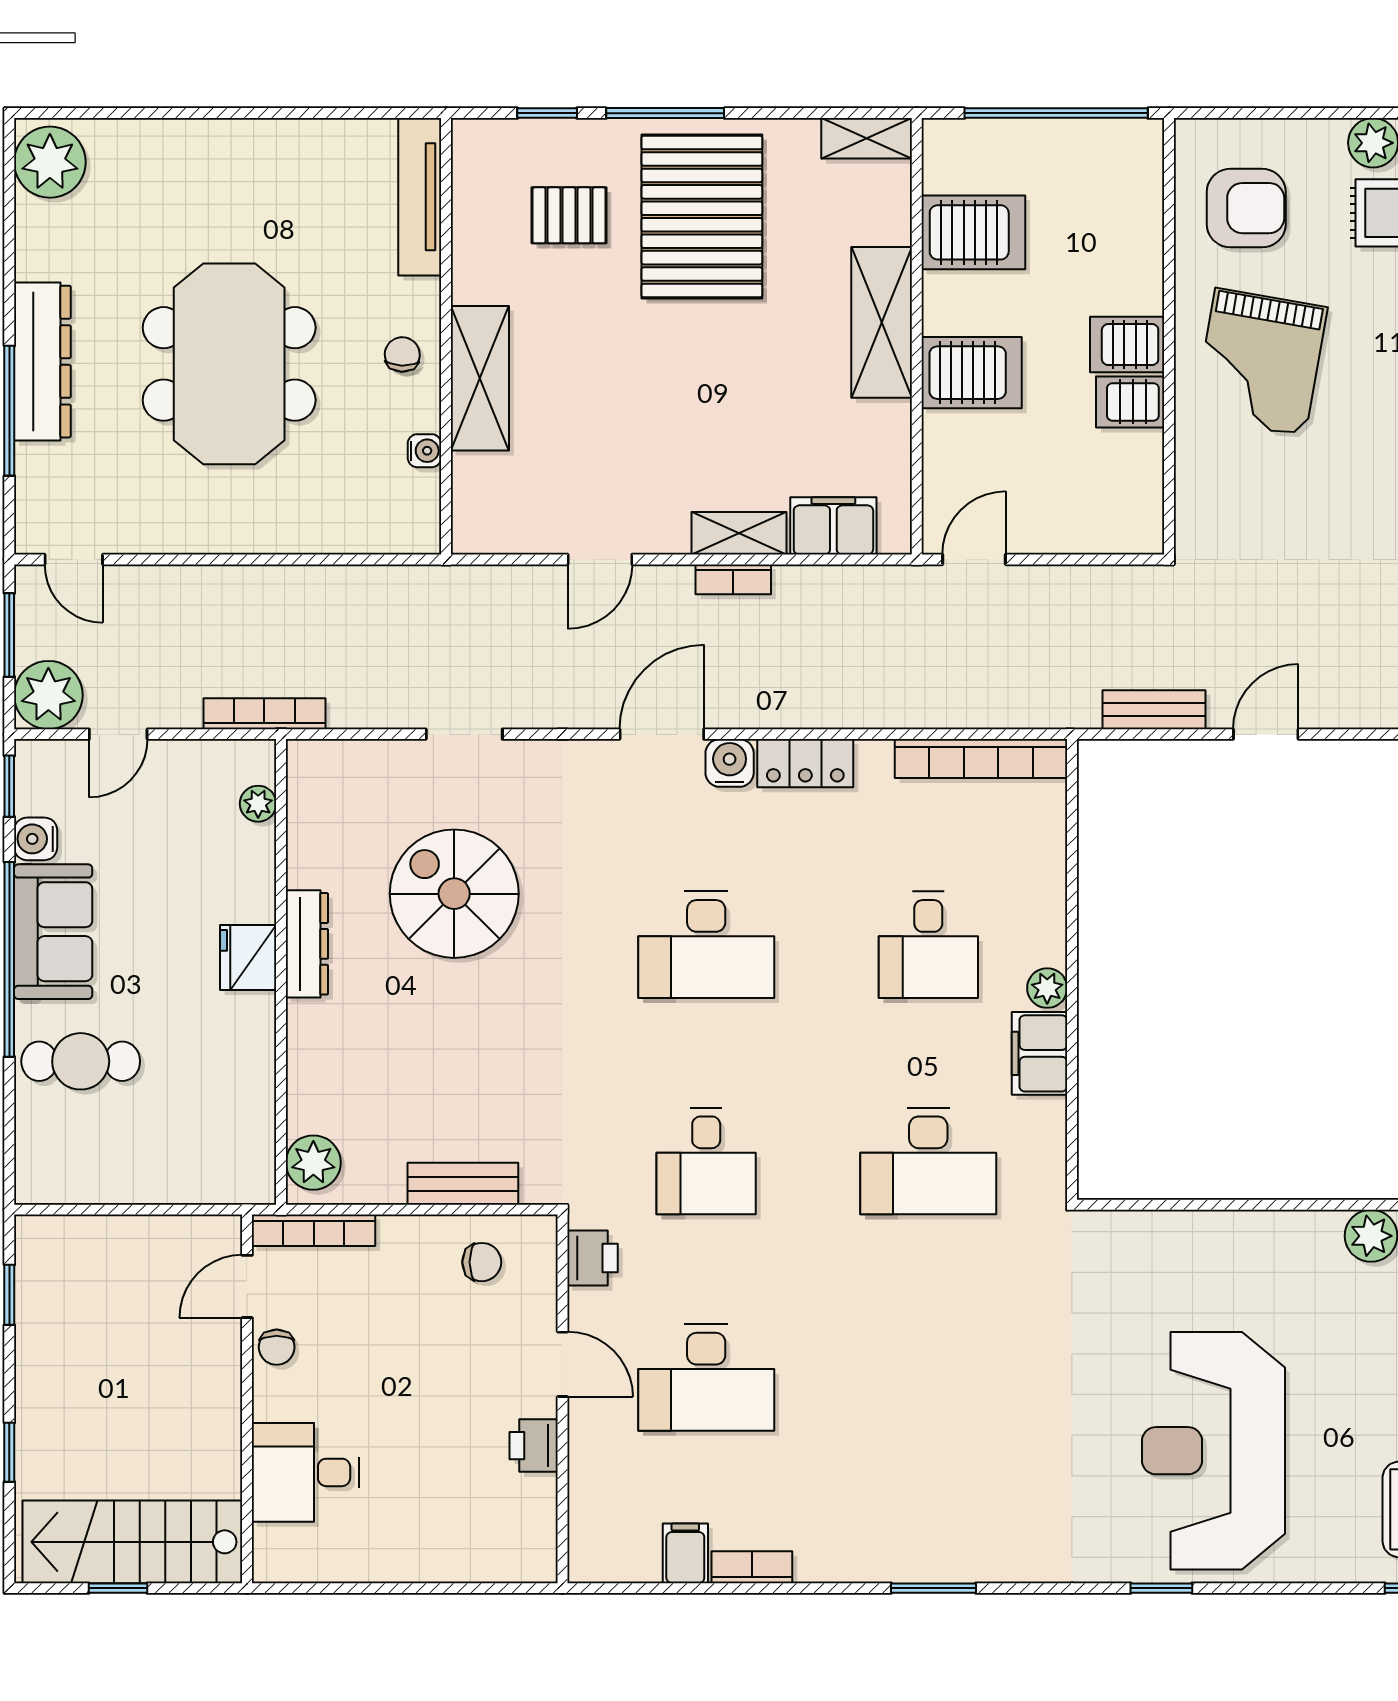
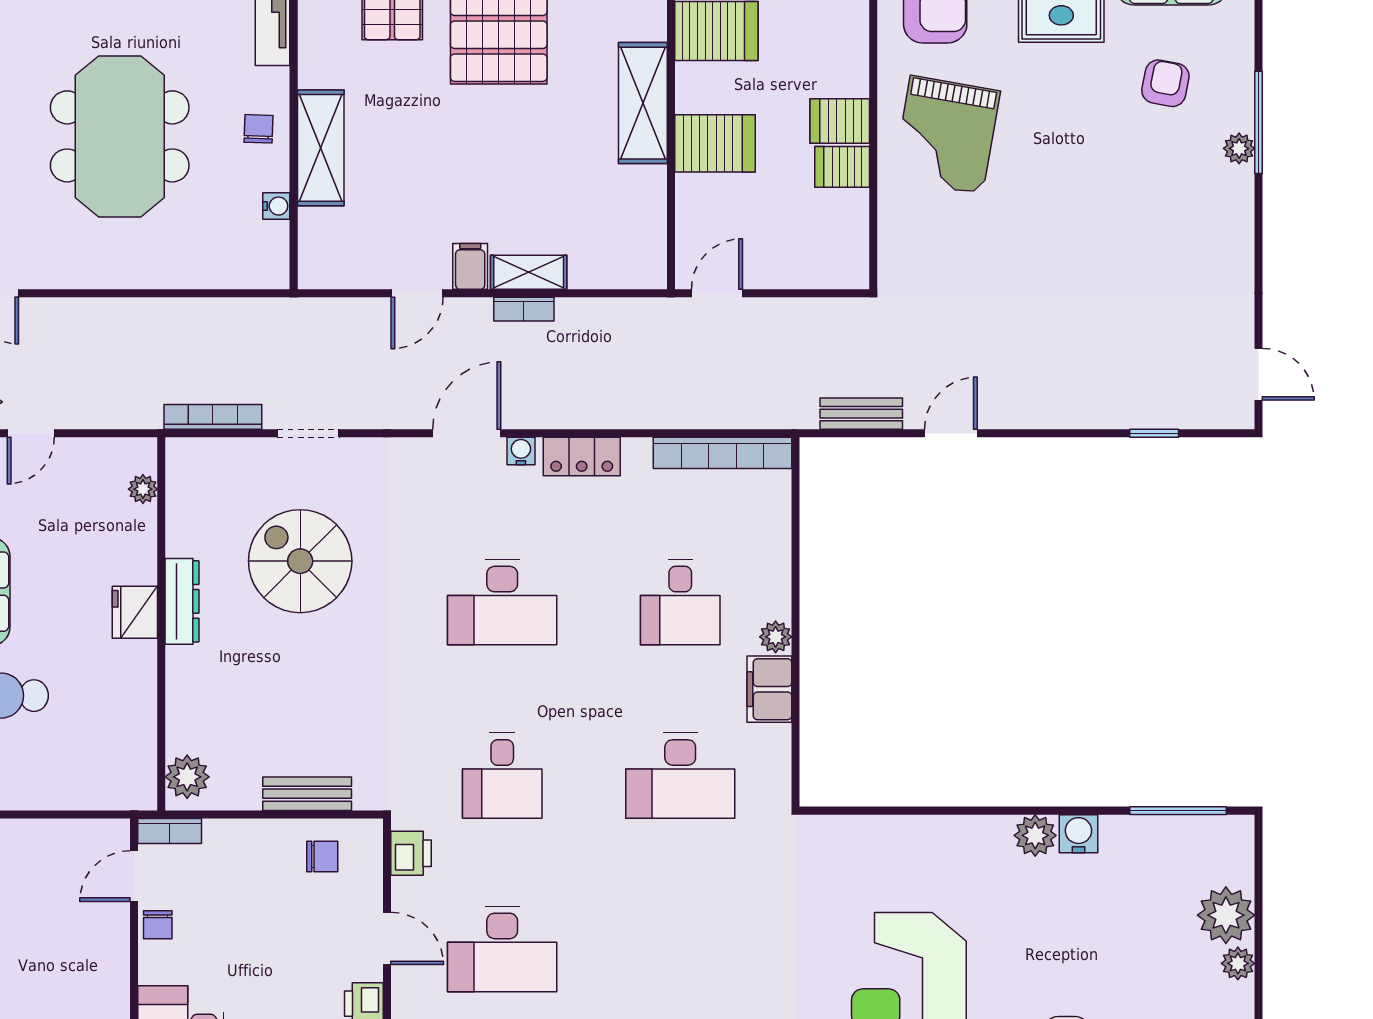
filing cabinet: (833, 526) -> (470, 266), moved, width x0.50
bookcase: (264, 714) -> (213, 417), moved
water cooler: (730, 763) -> (521, 451), width x0.72, depth x0.72
bookcase: (314, 1230) -> (170, 831), width x0.64

